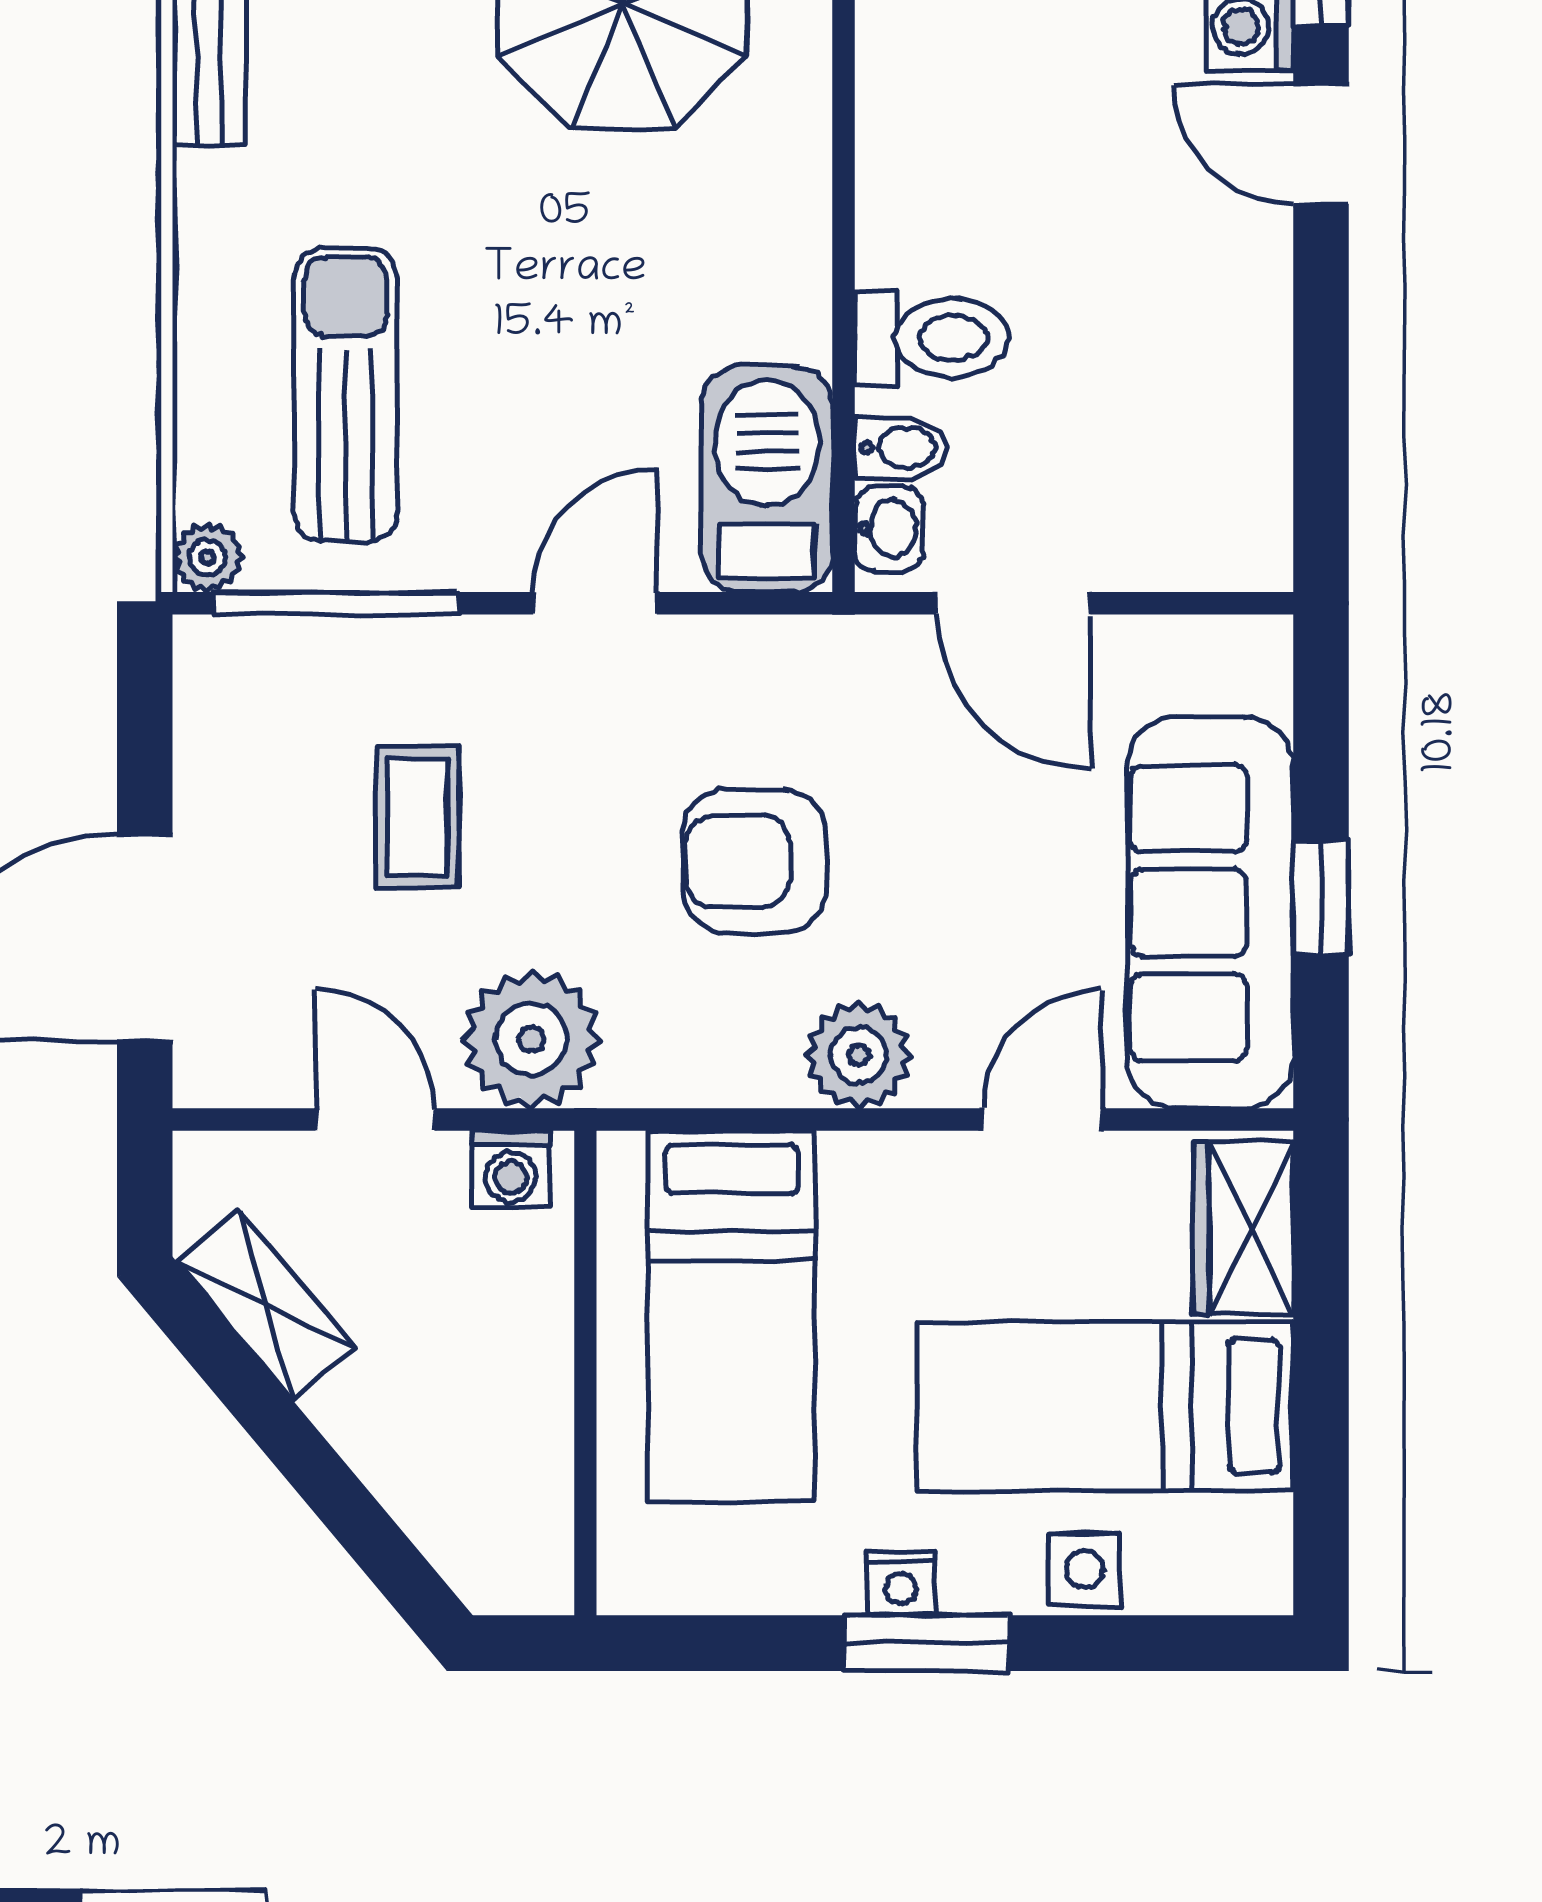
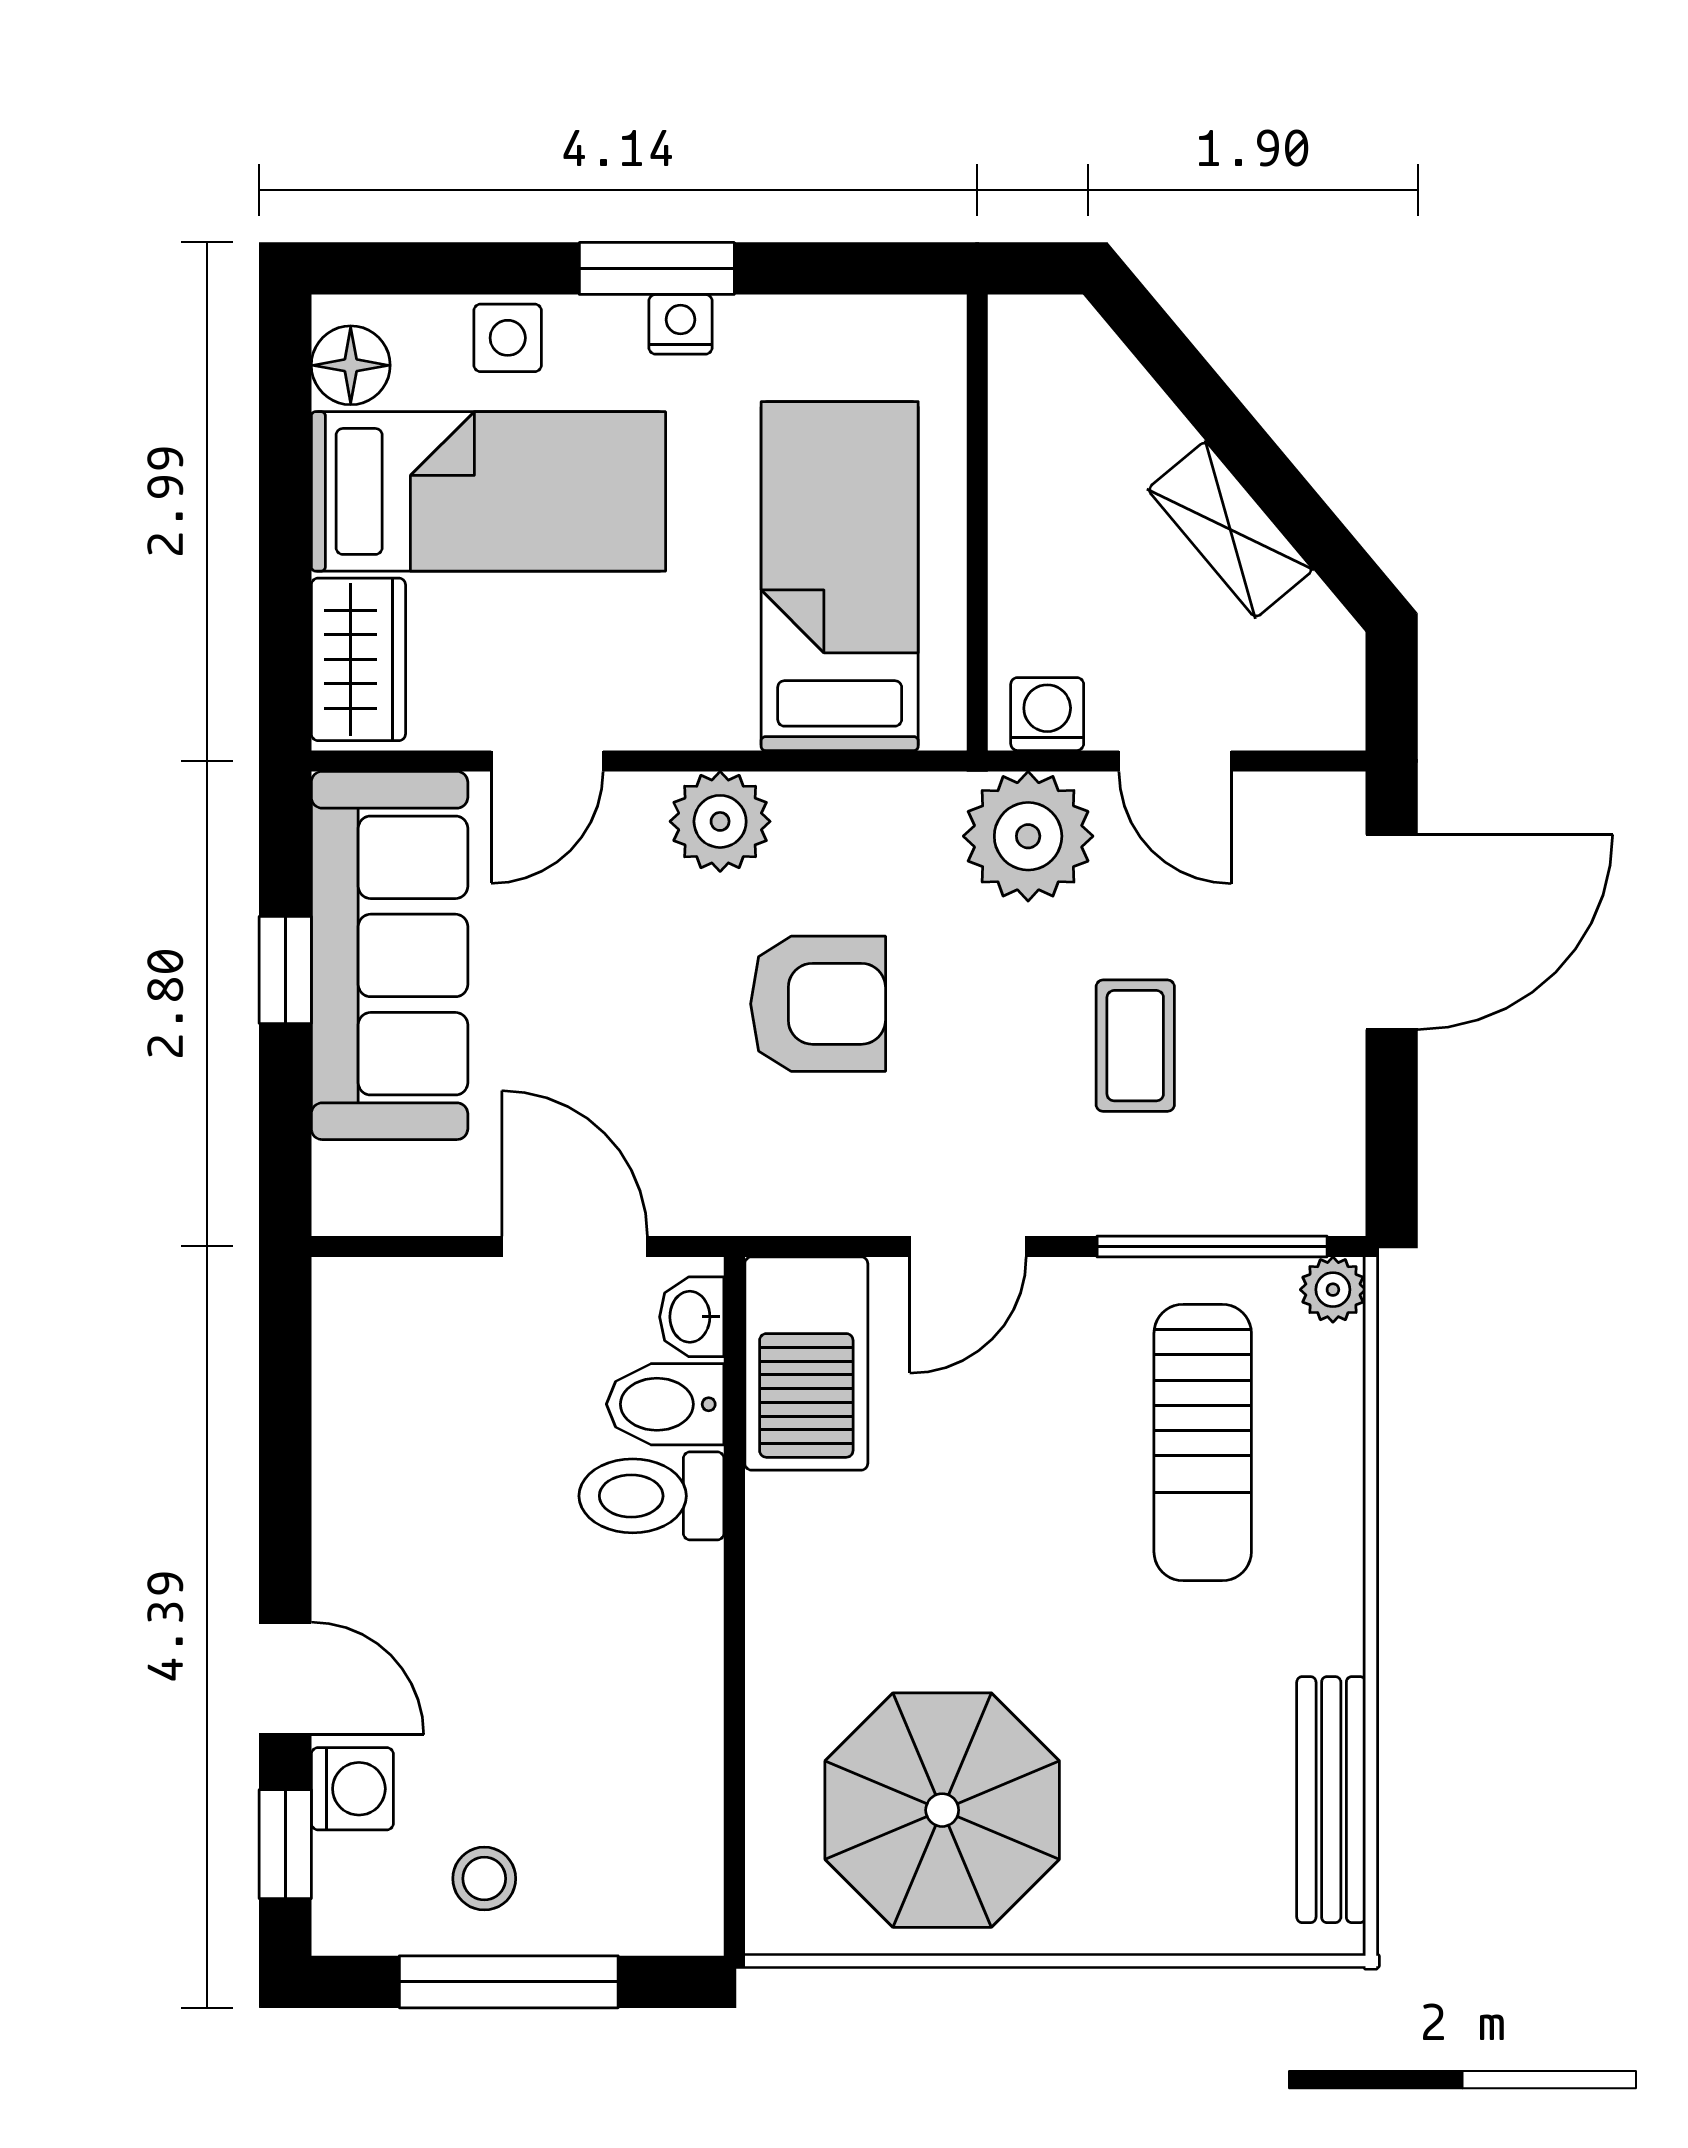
bidet: (901, 448) -> (665, 1404), width x1.38, depth x1.36
shelving: (266, 1305) -> (1230, 530), moved
floor lamp: (1251, 1540) -> (351, 365), added

